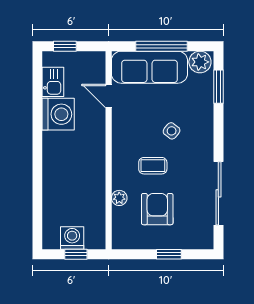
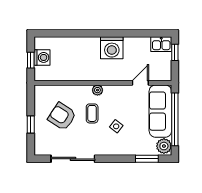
window: (162, 46) -> (175, 119), width x1.46
kitchen sink: (53, 82) -> (161, 44), moved
washing machine: (58, 114) -> (112, 48), moved
plant: (119, 198) -> (97, 90), moved
armchair: (157, 209) -> (62, 116), turned -147

